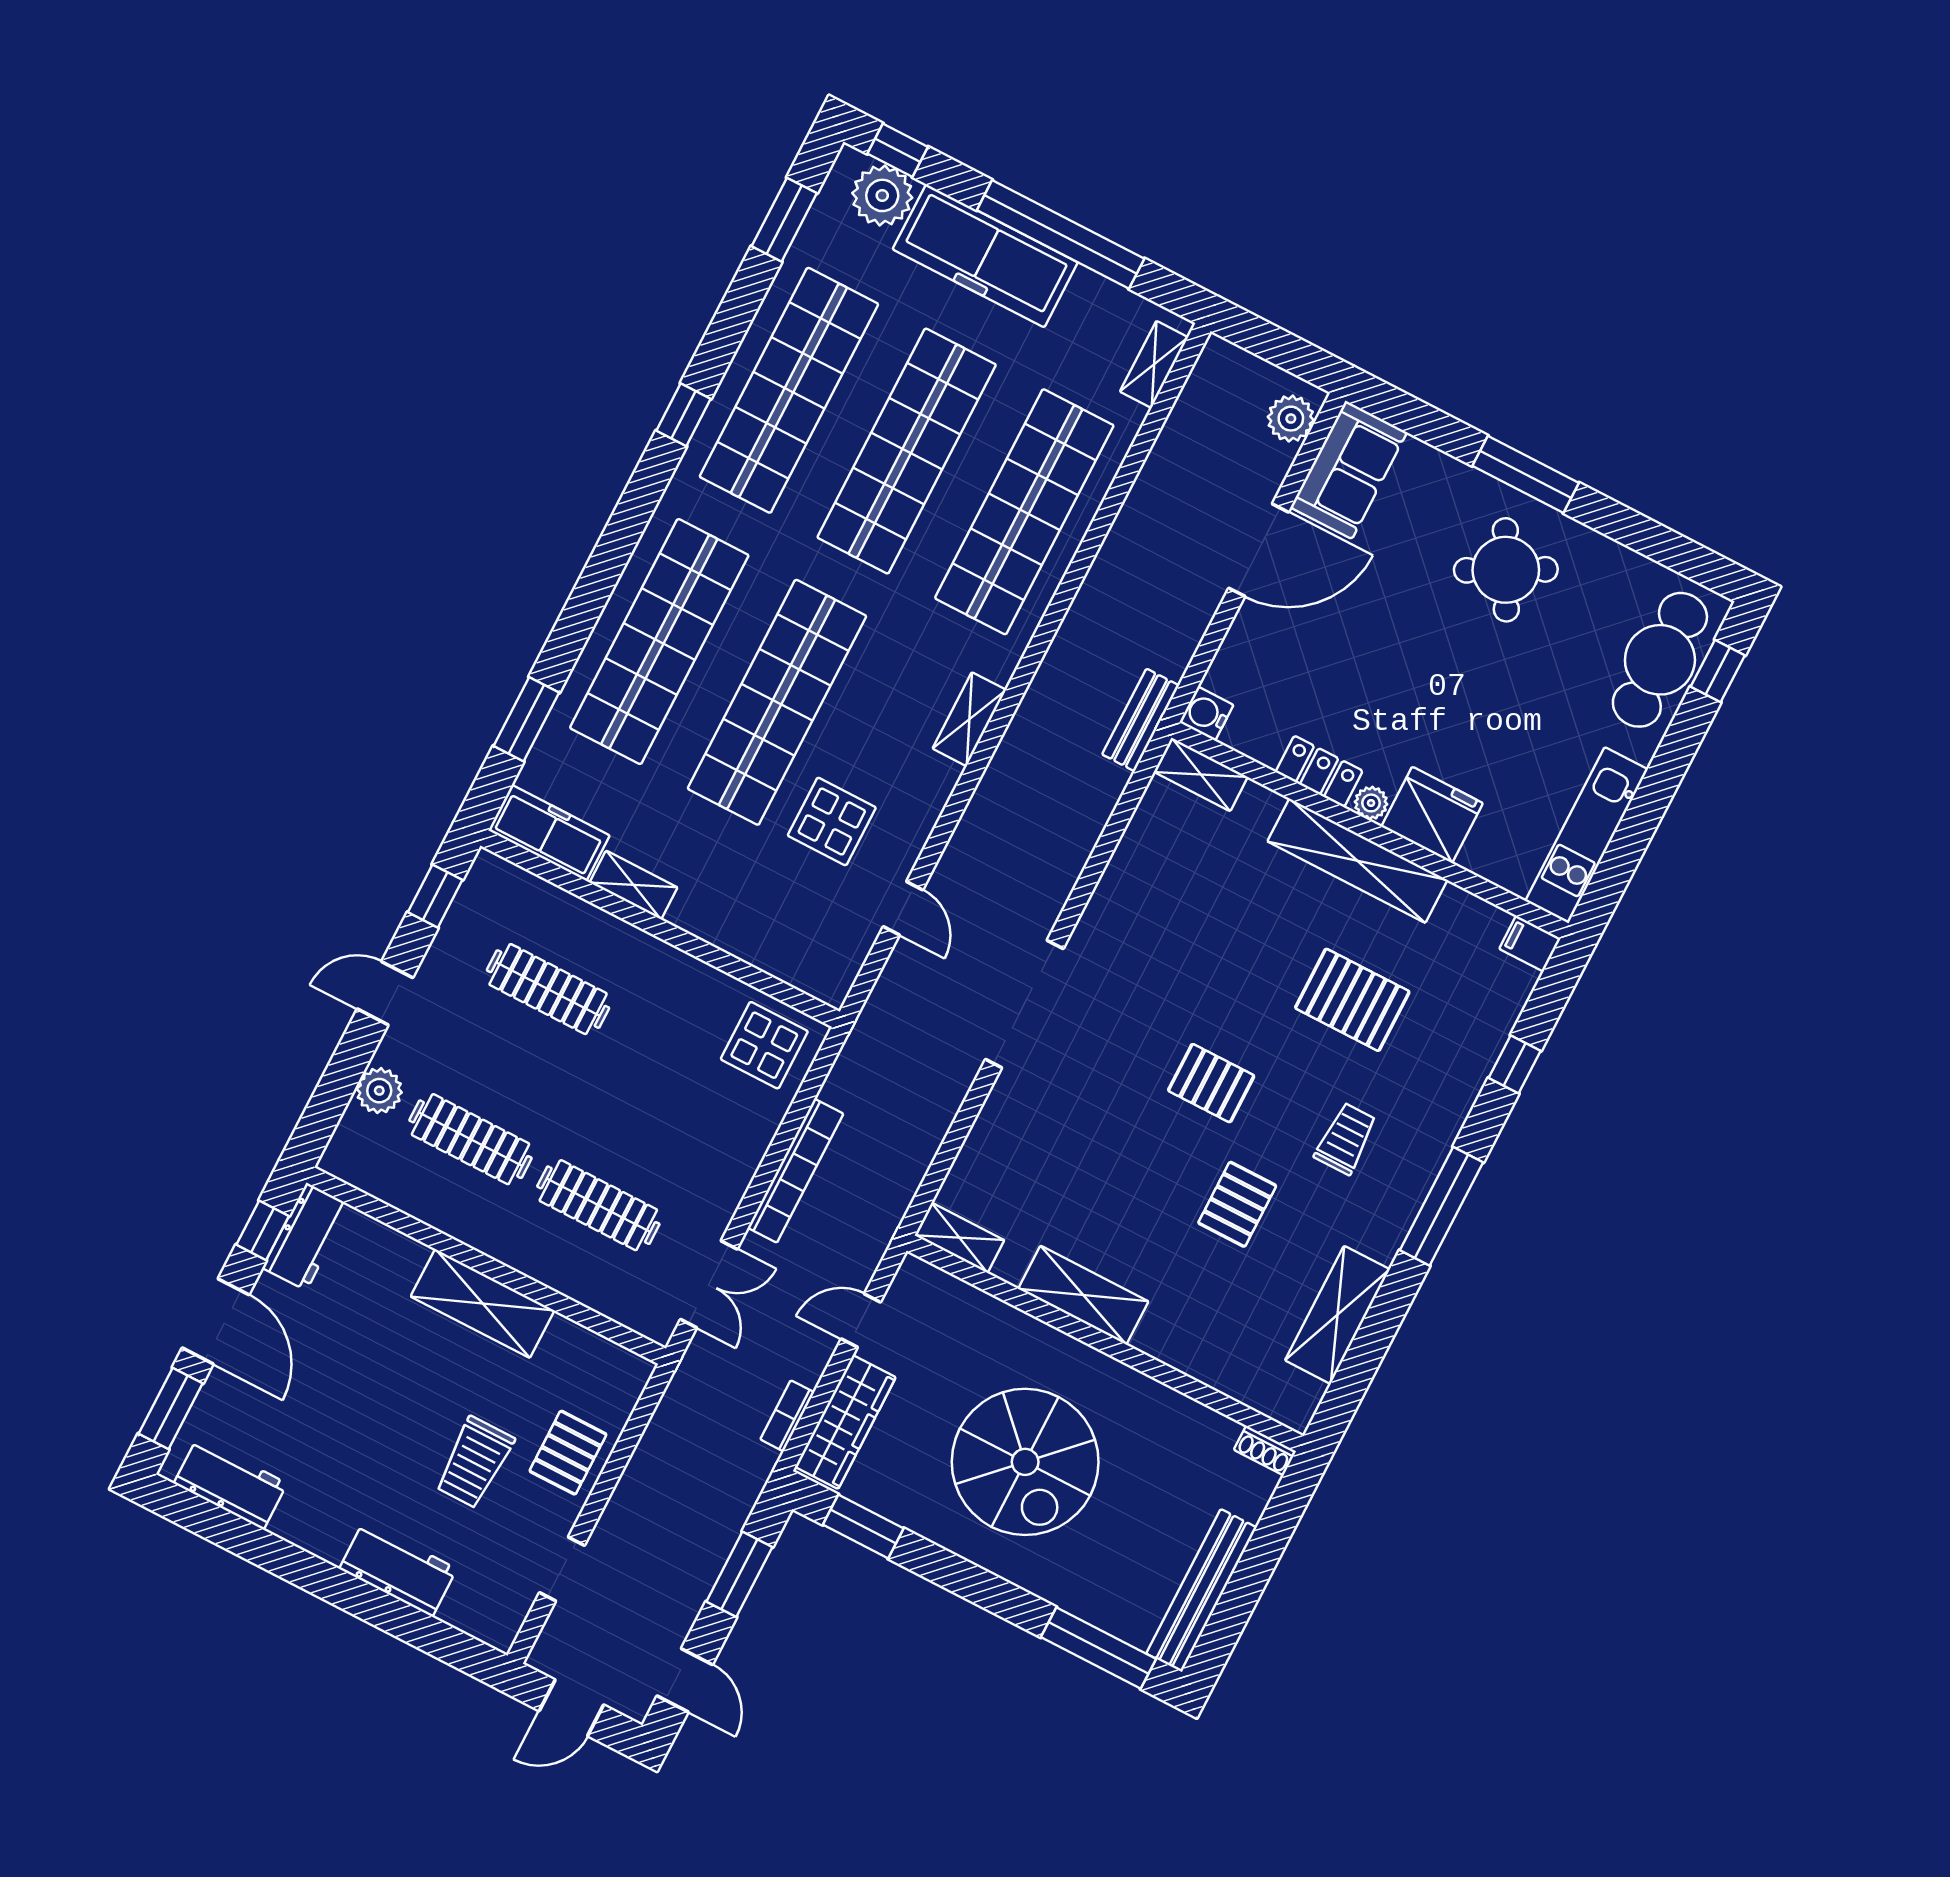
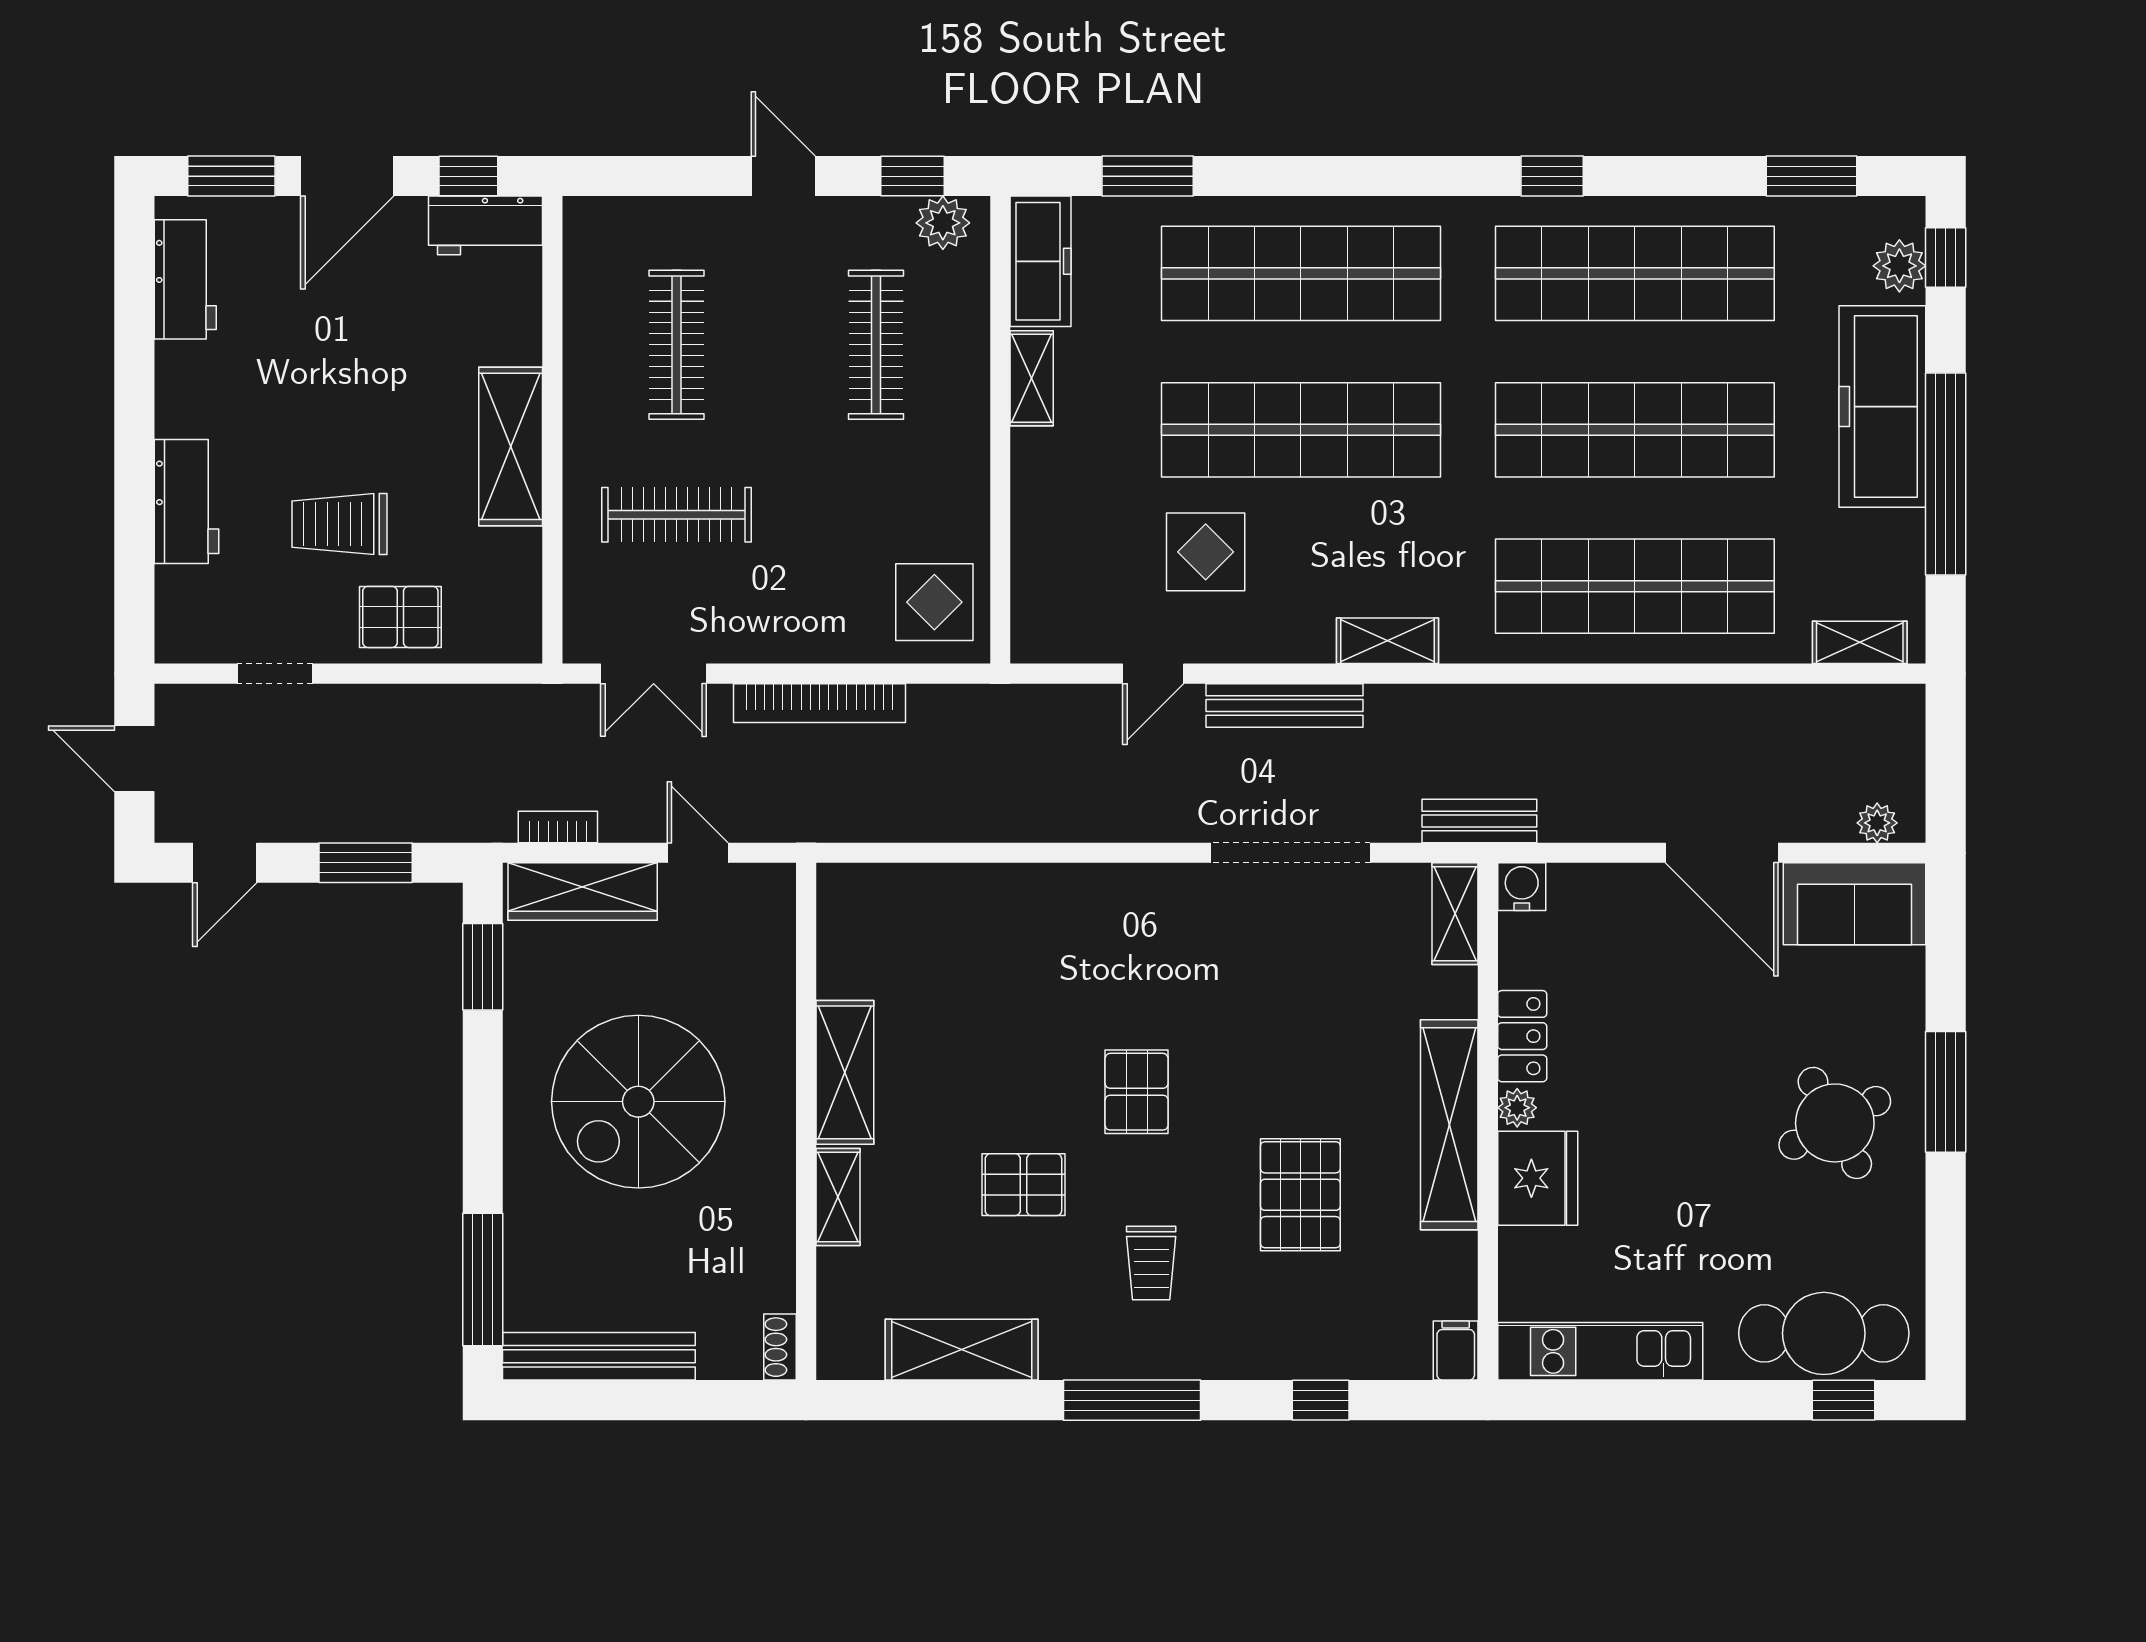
plant: (882, 195) -> (1899, 266), width x0.73, depth x0.73
plant: (1291, 419) -> (1877, 823), width x0.73, depth x0.73
bench: (978, 822) -> (1285, 706), added
doorway: (1024, 1004) -> (1291, 853), moved
plant: (379, 1091) -> (943, 223), moved
trolley: (1346, 1139) -> (1151, 1263), turned 90
clothes rail: (598, 1205) -> (676, 515), turned 90
shelving: (959, 1238) -> (838, 1197), moved

